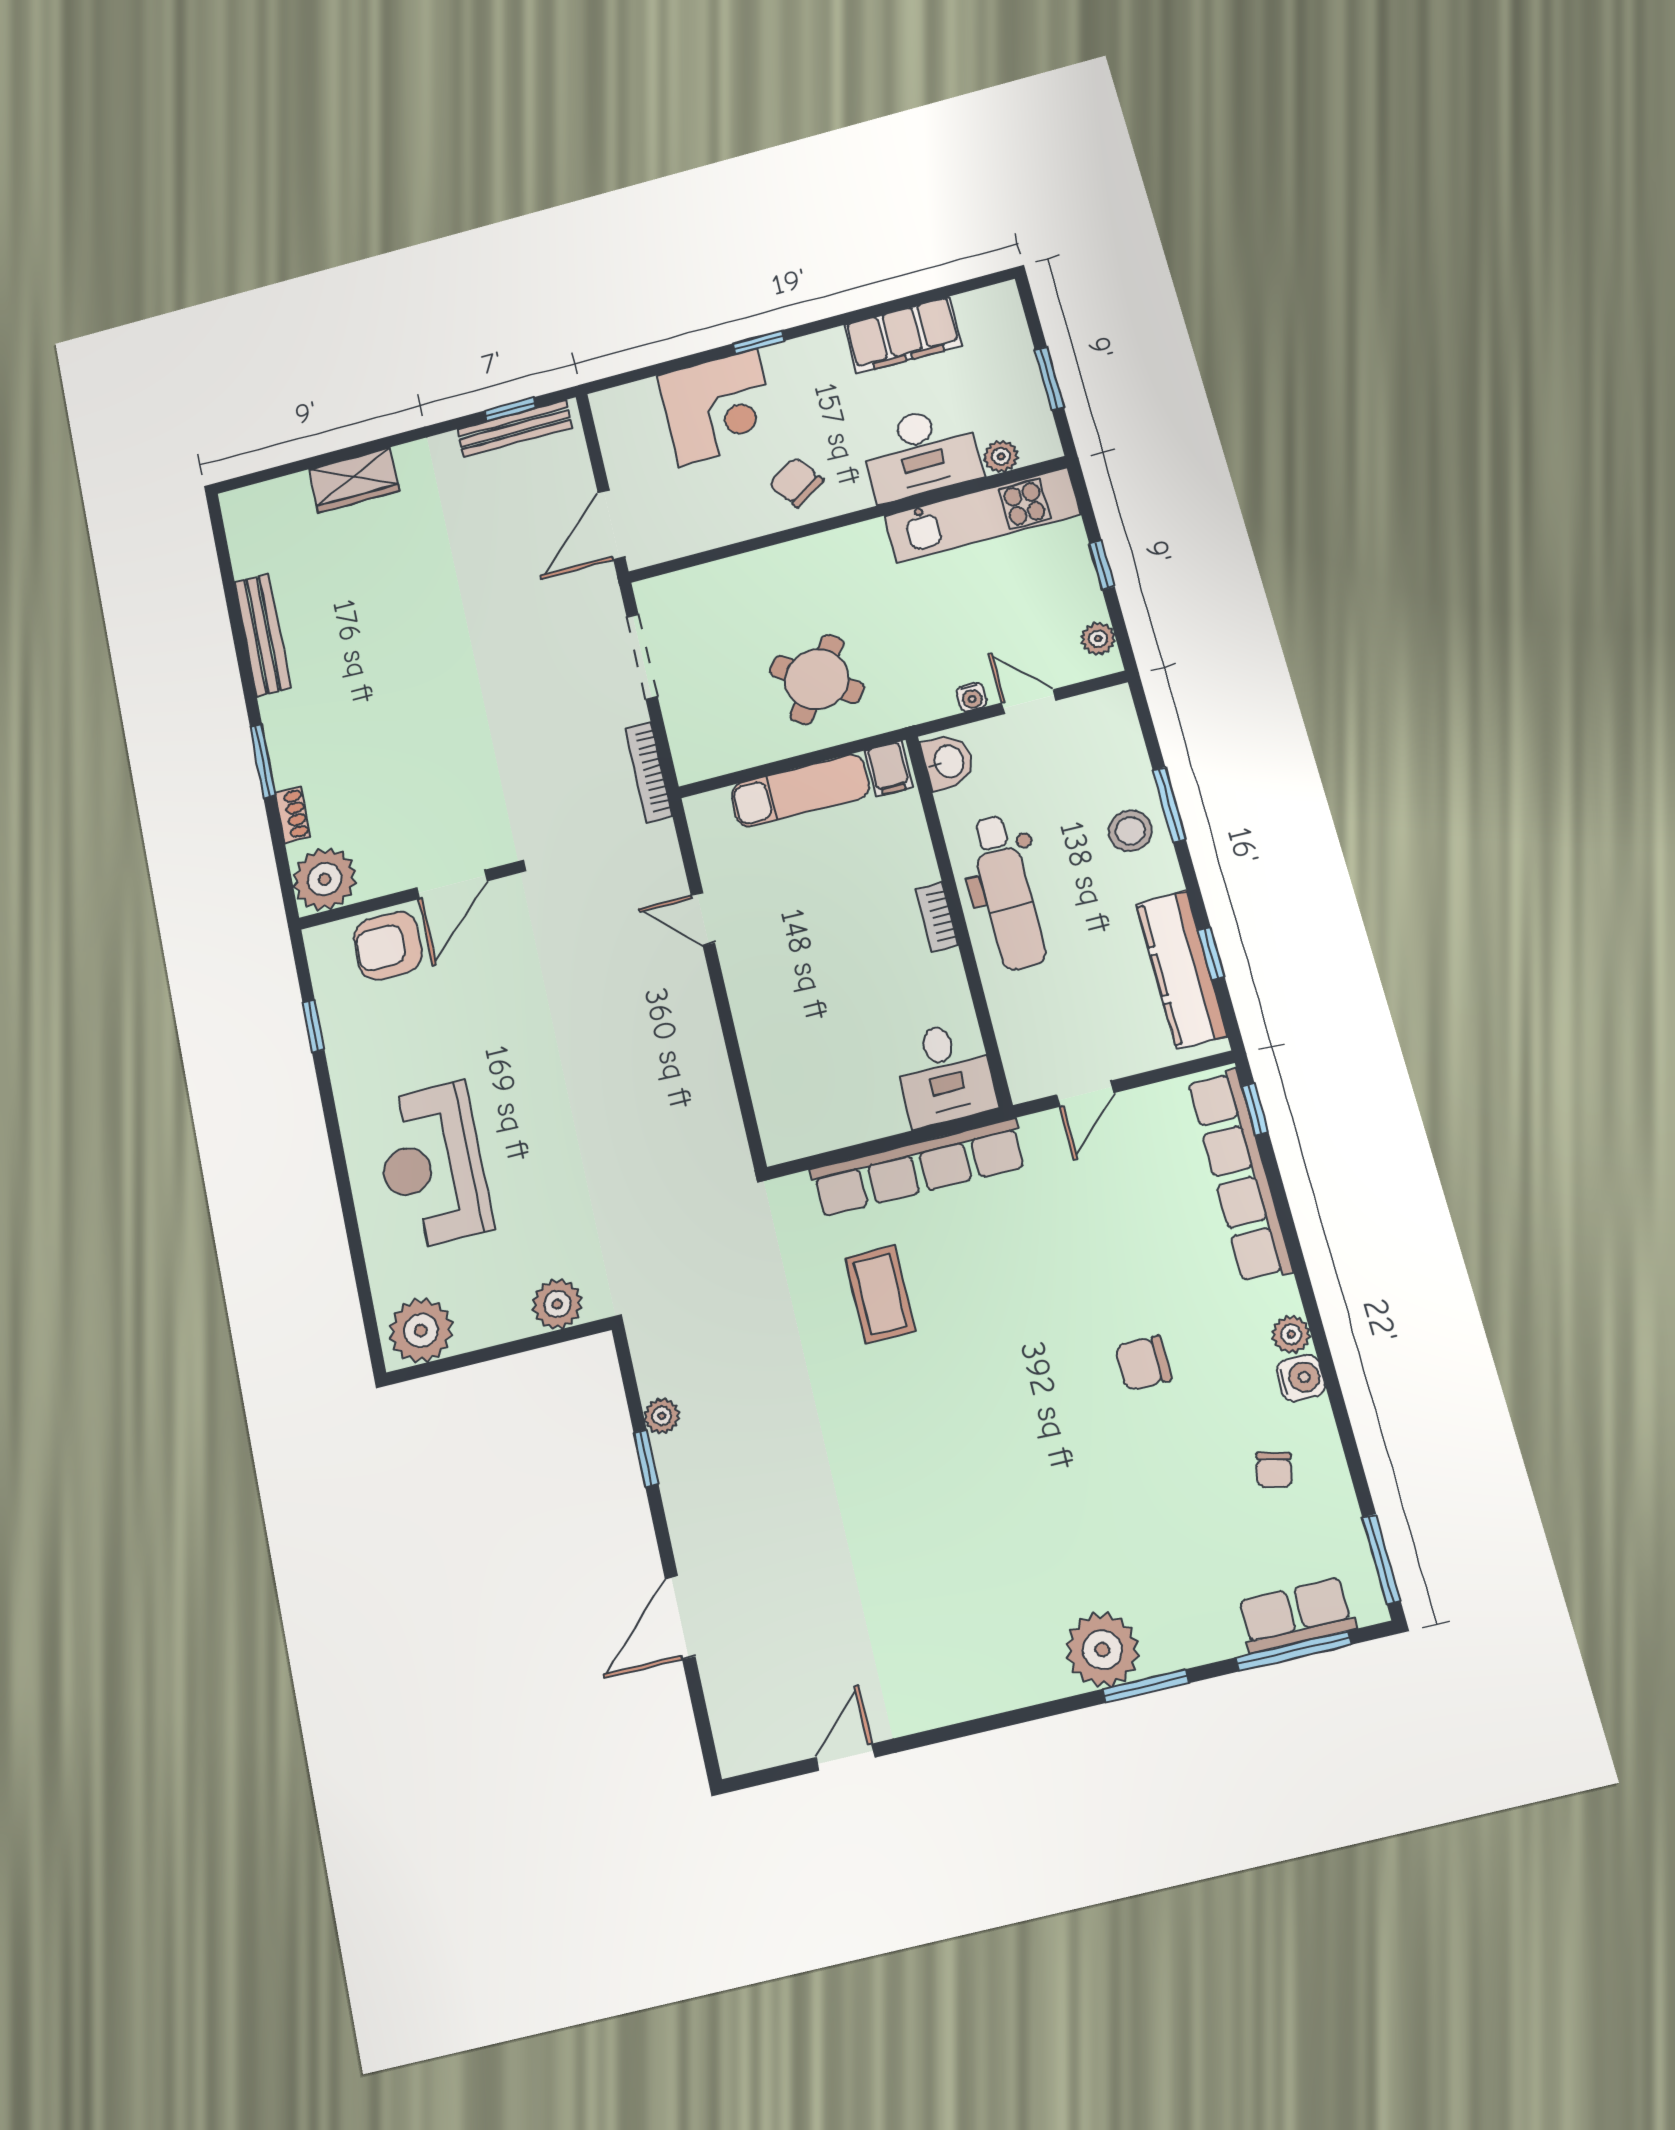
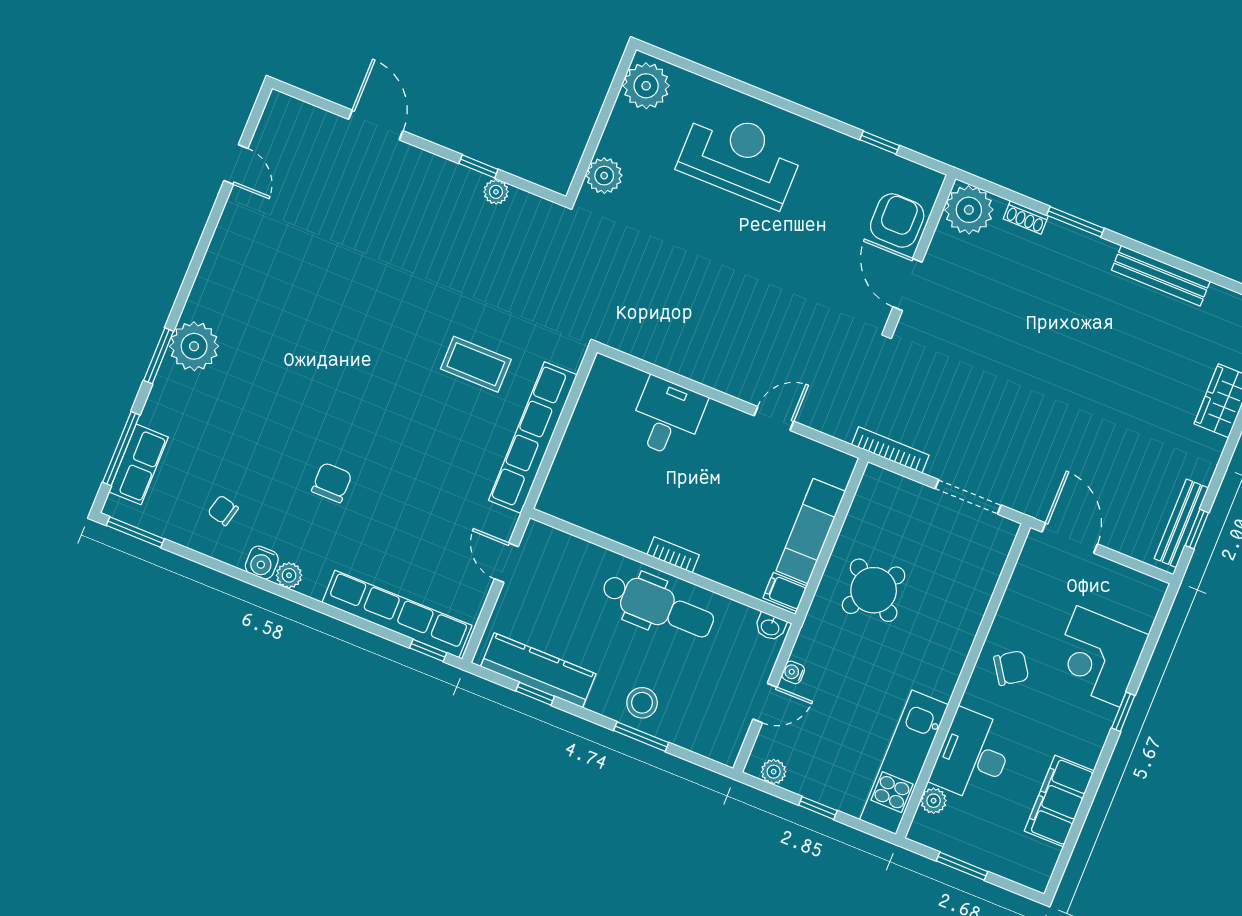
washbasin: (948, 762) -> (770, 627), width x0.72, depth x0.69
dental chair: (1007, 892) -> (658, 606), turned 180
desk: (945, 1073) -> (667, 417), moved, turned 90

